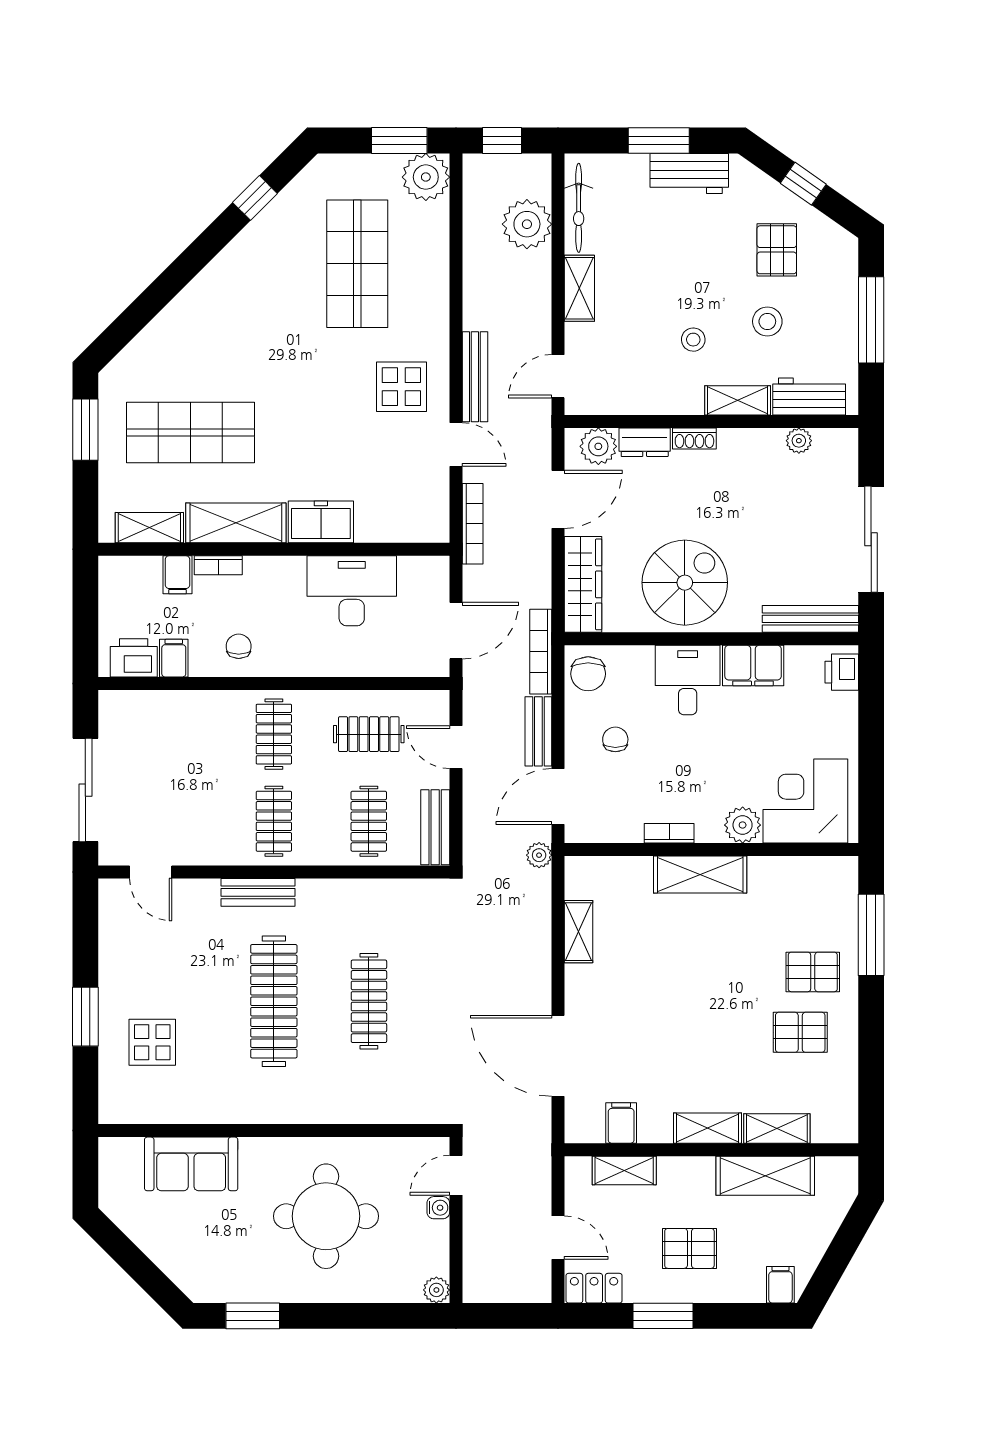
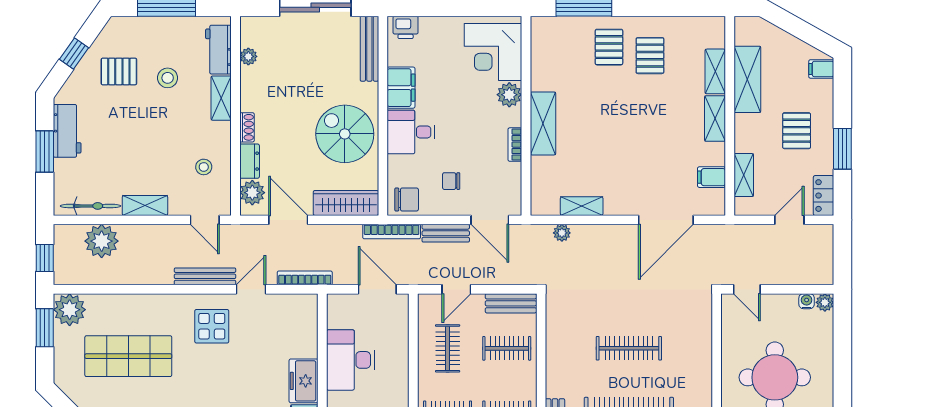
stool: (693, 340) -> (204, 167), moved
plant: (539, 855) -> (562, 233), moved
water cooler: (438, 1208) -> (807, 301), moved

